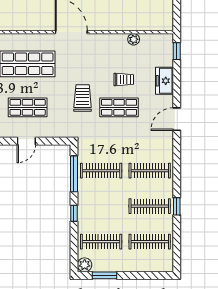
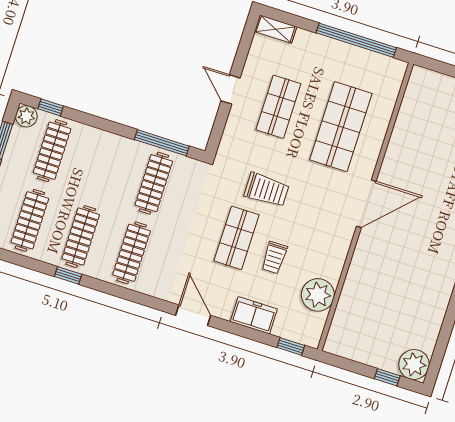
plant: (134, 39) -> (318, 295), width x1.87, depth x1.87
window: (74, 213) -> (51, 107), moved

